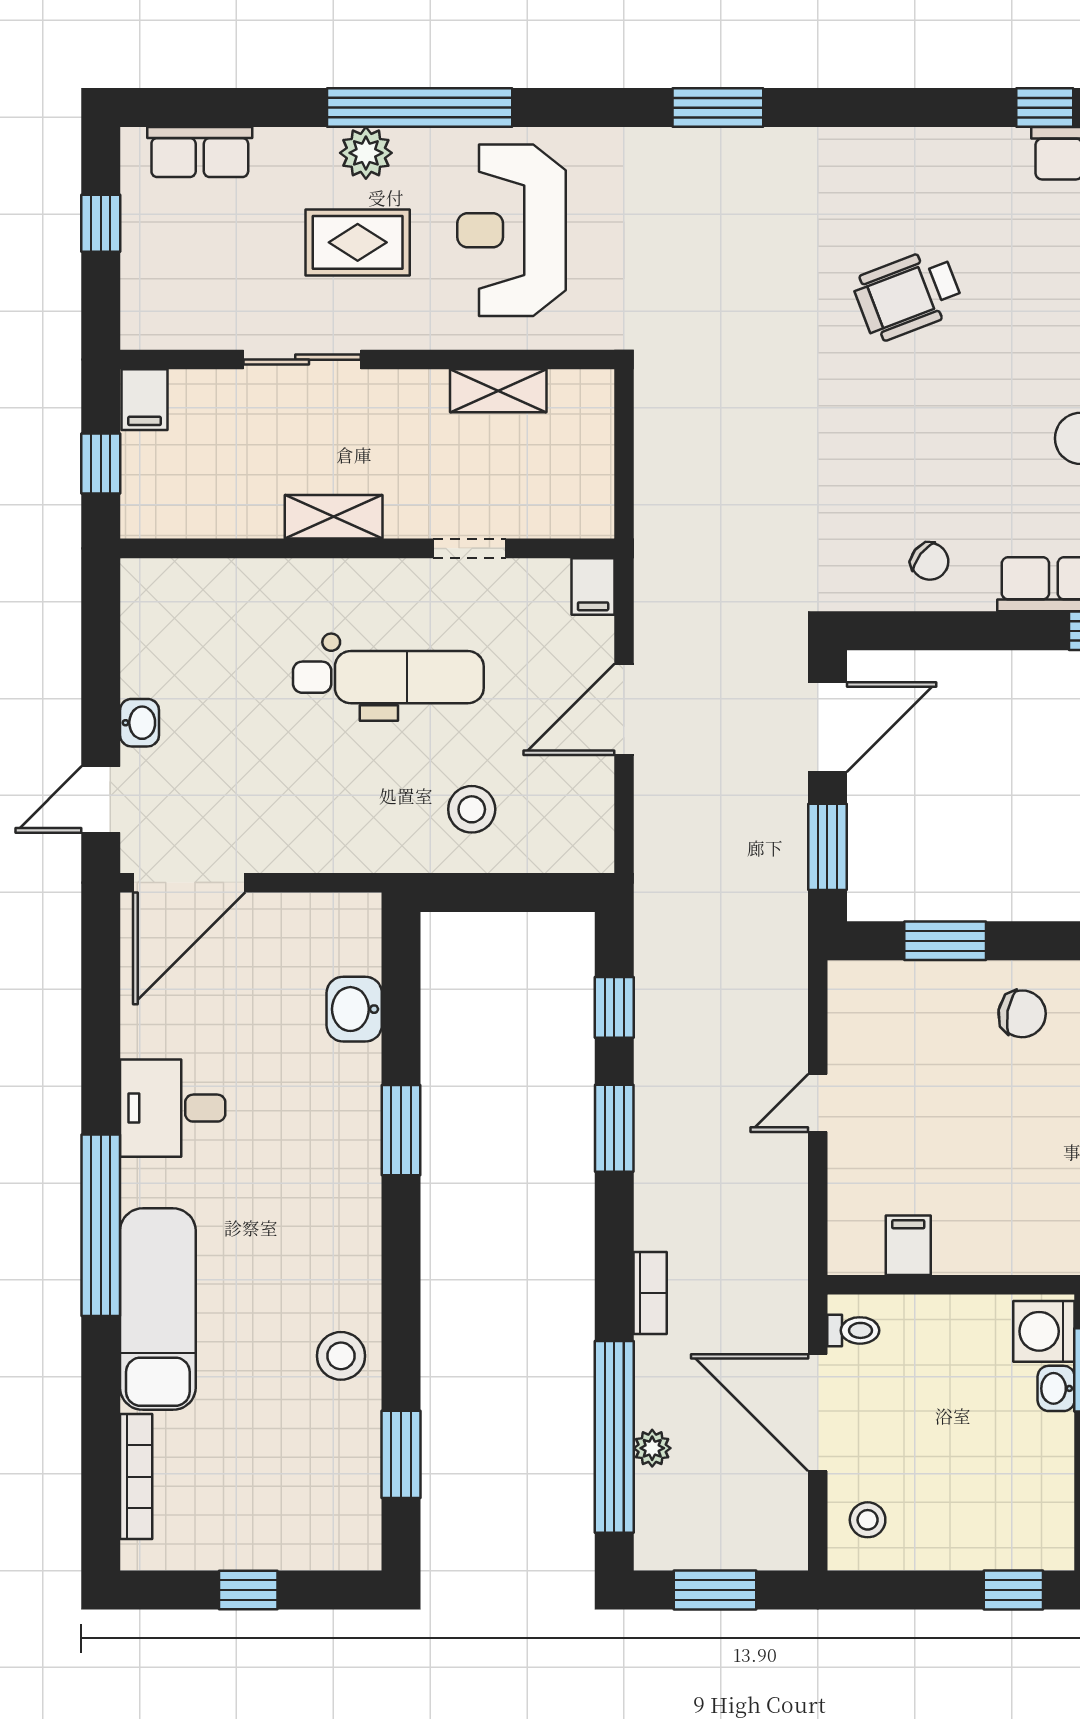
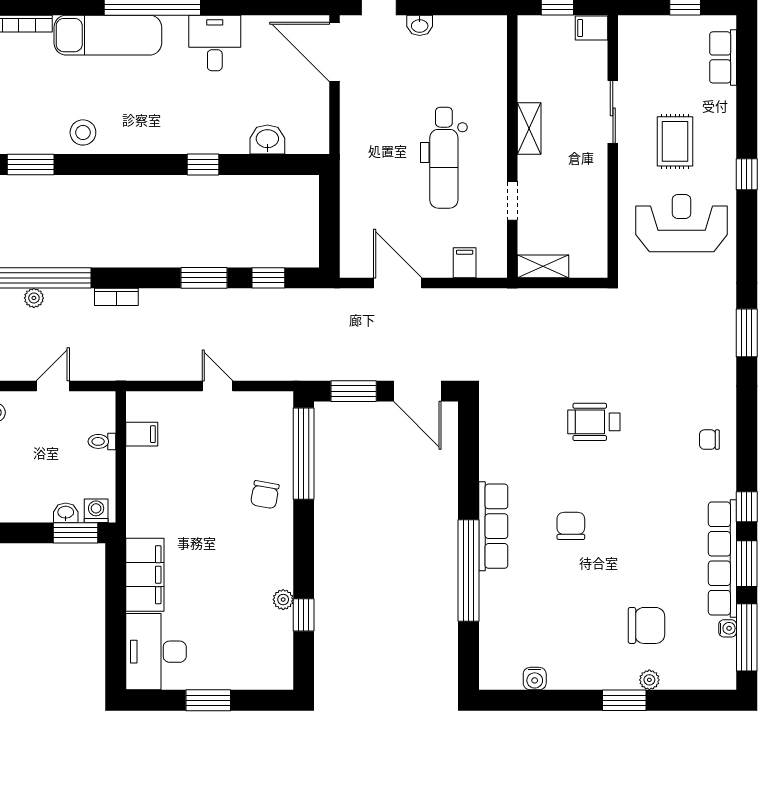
window: (420, 108) -> (747, 174), width x0.32
plant: (366, 153) -> (723, 146), removed
wheelchair: (908, 295) -> (594, 422), moved, turned -69
shelving: (498, 391) -> (543, 266), moved, turned 90
chair: (930, 561) -> (709, 440), moved, turned 52
filing cabinet: (593, 586) -> (465, 263), moved, turned 90
door: (624, 709) -> (398, 283), moved
stool: (472, 809) -> (374, 202), removed
window: (945, 941) -> (304, 454), width x2.11
window: (401, 1130) -> (203, 164), width x0.67
toilet: (853, 1330) -> (102, 441), moved, turned 90
washing machine: (1044, 1331) -> (96, 511), width x0.73, depth x0.73
door: (818, 1413) -> (53, 386), width x0.53

